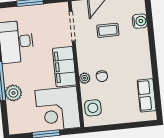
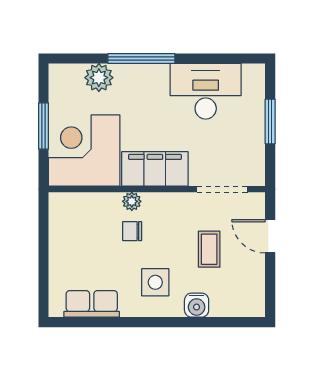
water cooler: (140, 21) -> (197, 305), moved
plant: (13, 93) -> (99, 78), moved
side table: (93, 108) -> (155, 282), moved

